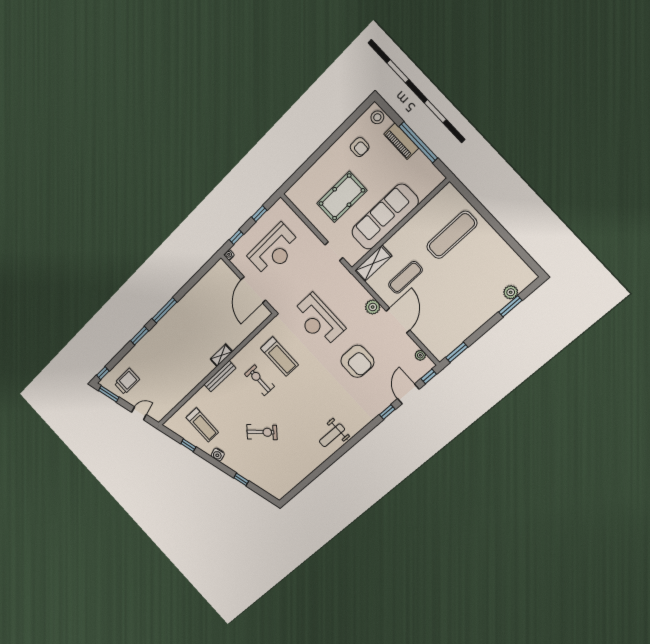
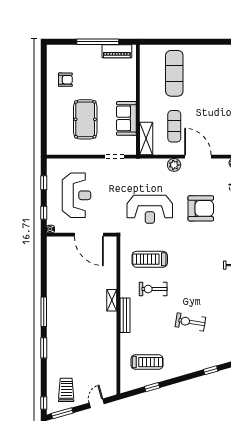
stool: (377, 117) -> (58, 52), removed
piano: (401, 141) -> (117, 51), moved
sofa: (385, 217) -> (126, 118), width x0.54, depth x0.79
treadmill: (279, 357) -> (150, 259), turned 180
exercise bike: (262, 432) -> (190, 322), turned -123
water cooler: (218, 455) -> (178, 371), removed

